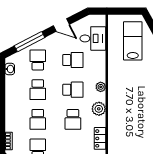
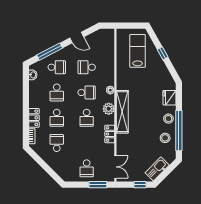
desk: (93, 38) -> (104, 49), removed
school desk: (38, 60) -> (57, 67), turned 90
school desk: (73, 60) -> (87, 67), turned 180
shelving: (115, 112) -> (122, 112), added
locker: (11, 119) -> (34, 118), added

